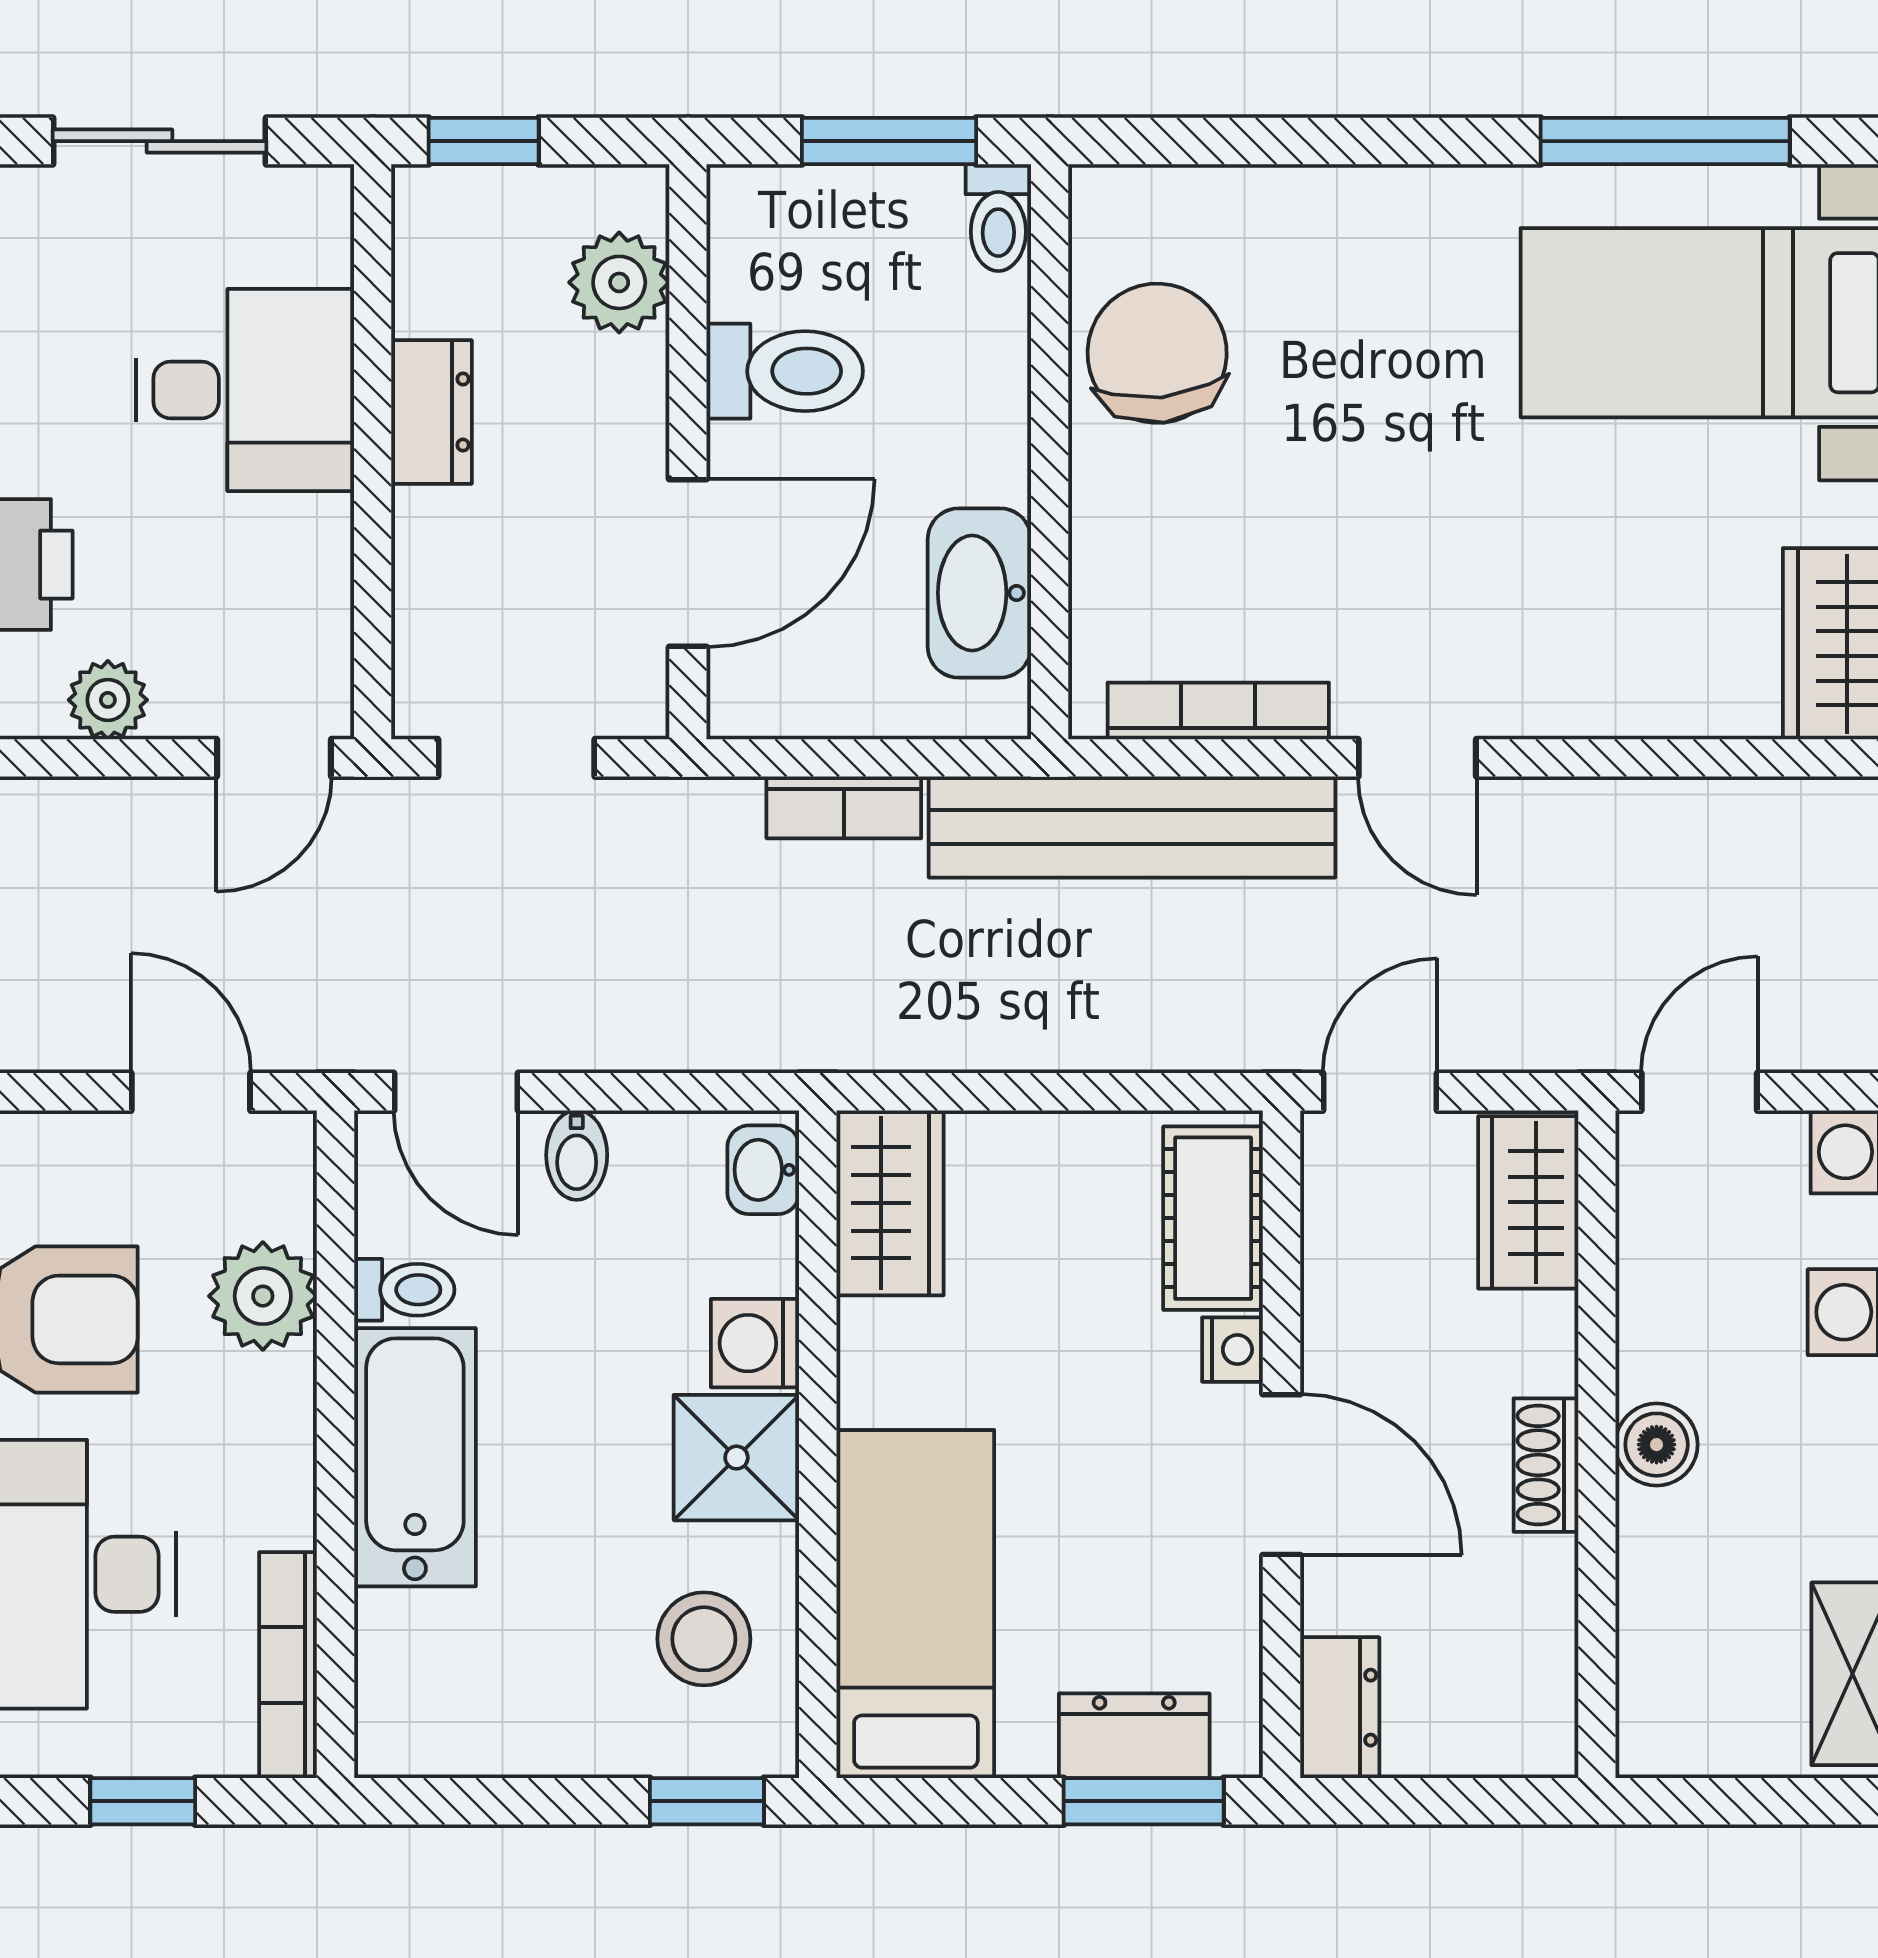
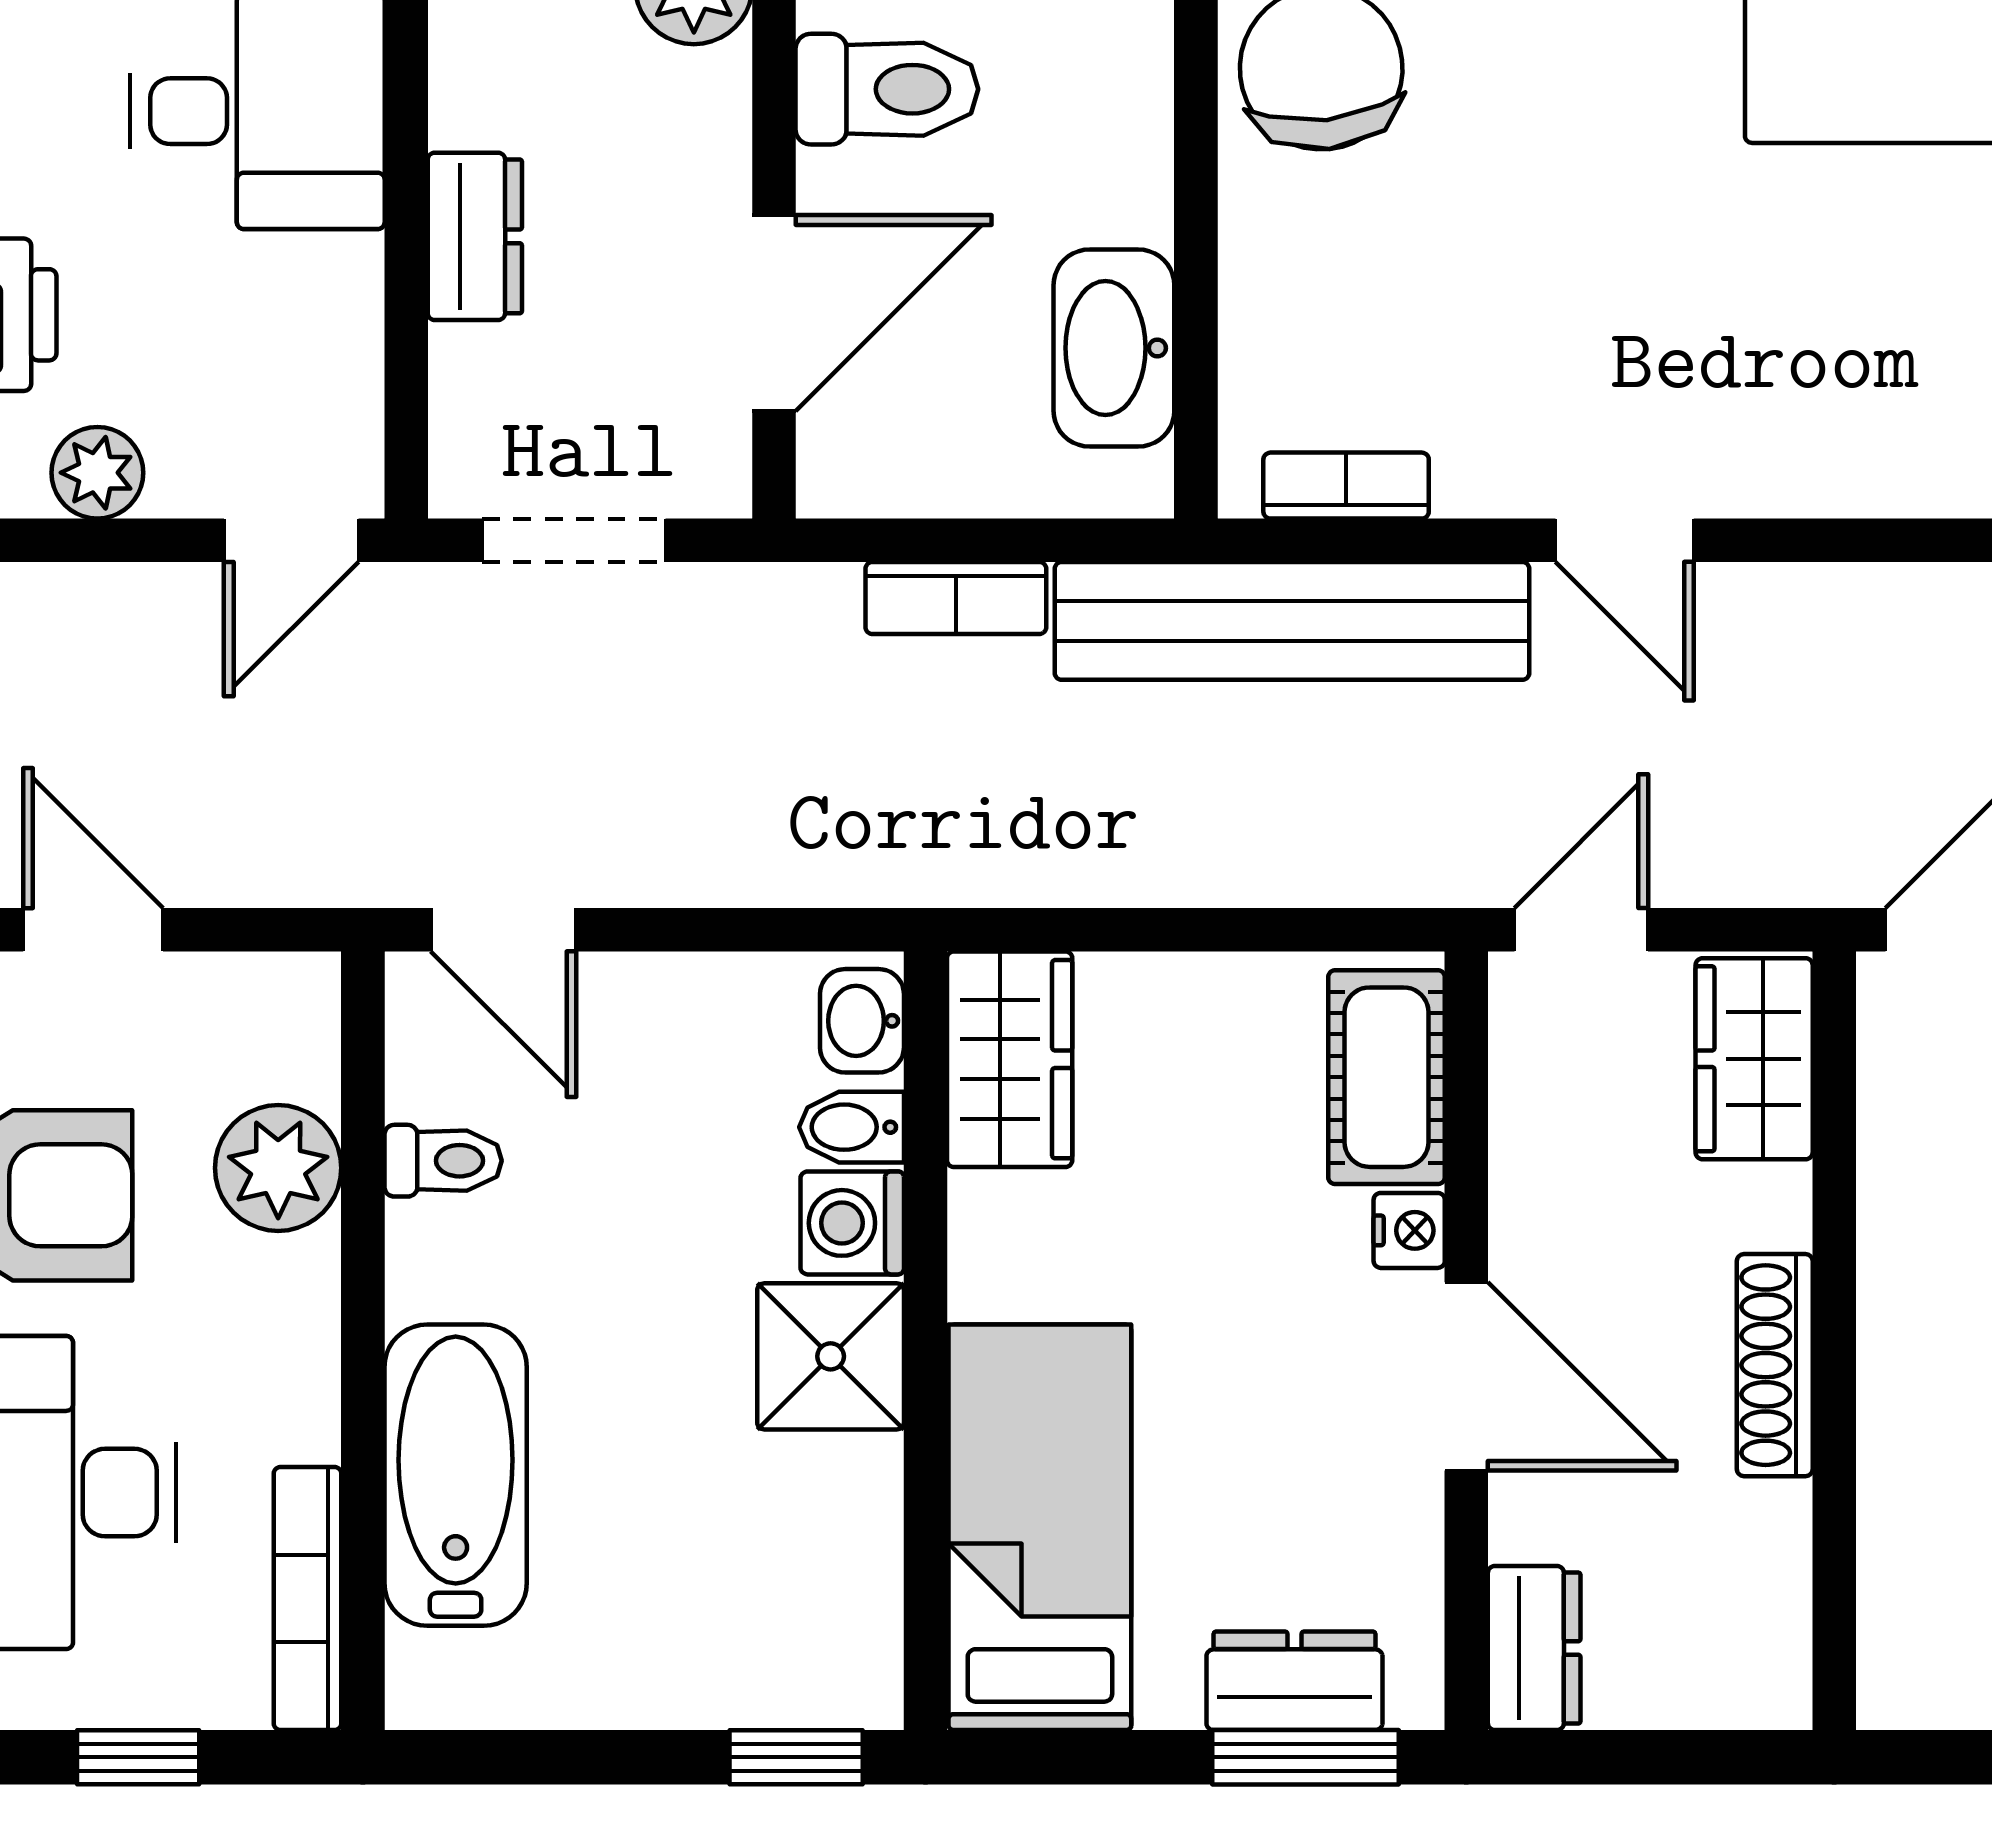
dresser: (431, 412) -> (475, 236), moved
bookcase: (1218, 711) -> (1346, 486), width x0.64
door: (191, 1092) -> (93, 930), moved
bidet: (577, 1155) -> (852, 1127), moved, turned 90
boiler: (1657, 1445) -> (1904, 1341), removed
bathtub: (415, 1457) -> (456, 1475), moved
shoe rack: (1546, 1465) -> (1775, 1365), width x1.43
stool: (704, 1639) -> (793, 1568), removed

